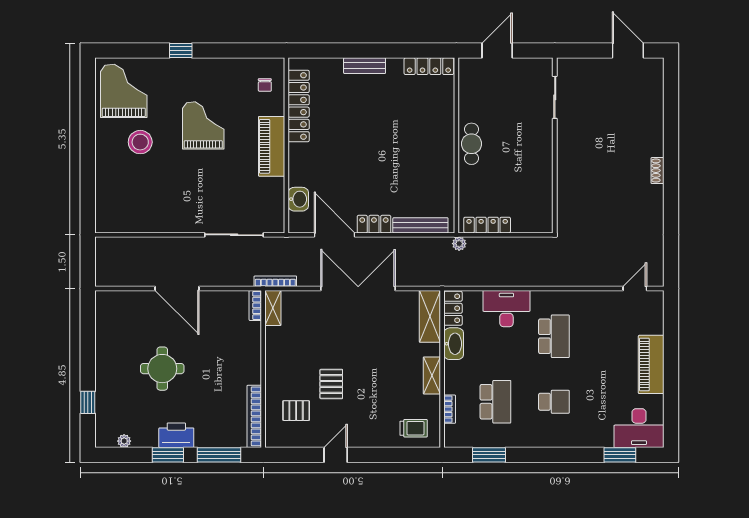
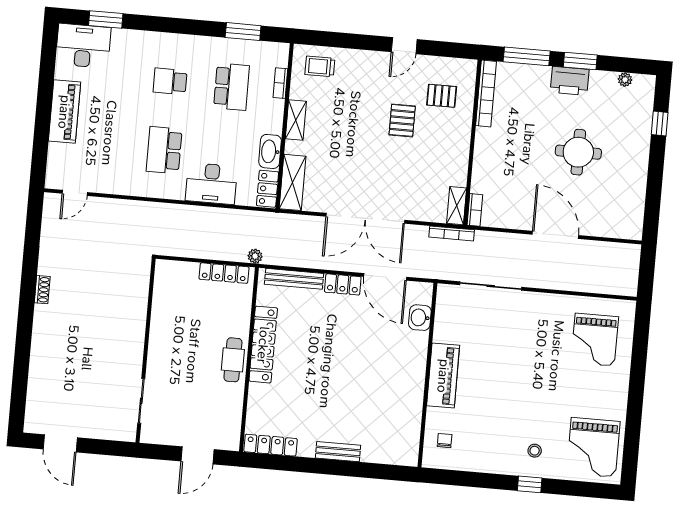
locker: (299, 106) -> (263, 345), moved, turned 180
grand piano: (203, 125) -> (595, 340), moved
stool: (140, 142) -> (535, 451), moved, width x0.53, depth x0.53
shoe rack: (658, 171) -> (42, 290), moved
school desk: (495, 402) -> (232, 87), turned 180

